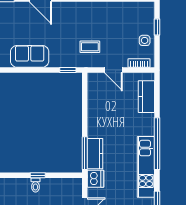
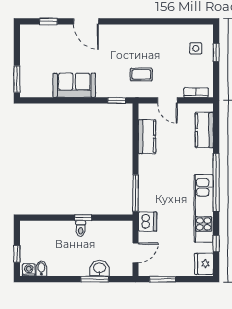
side table: (145, 40) -> (196, 48), moved
kitchen counter: (95, 154) -> (147, 137), moved

